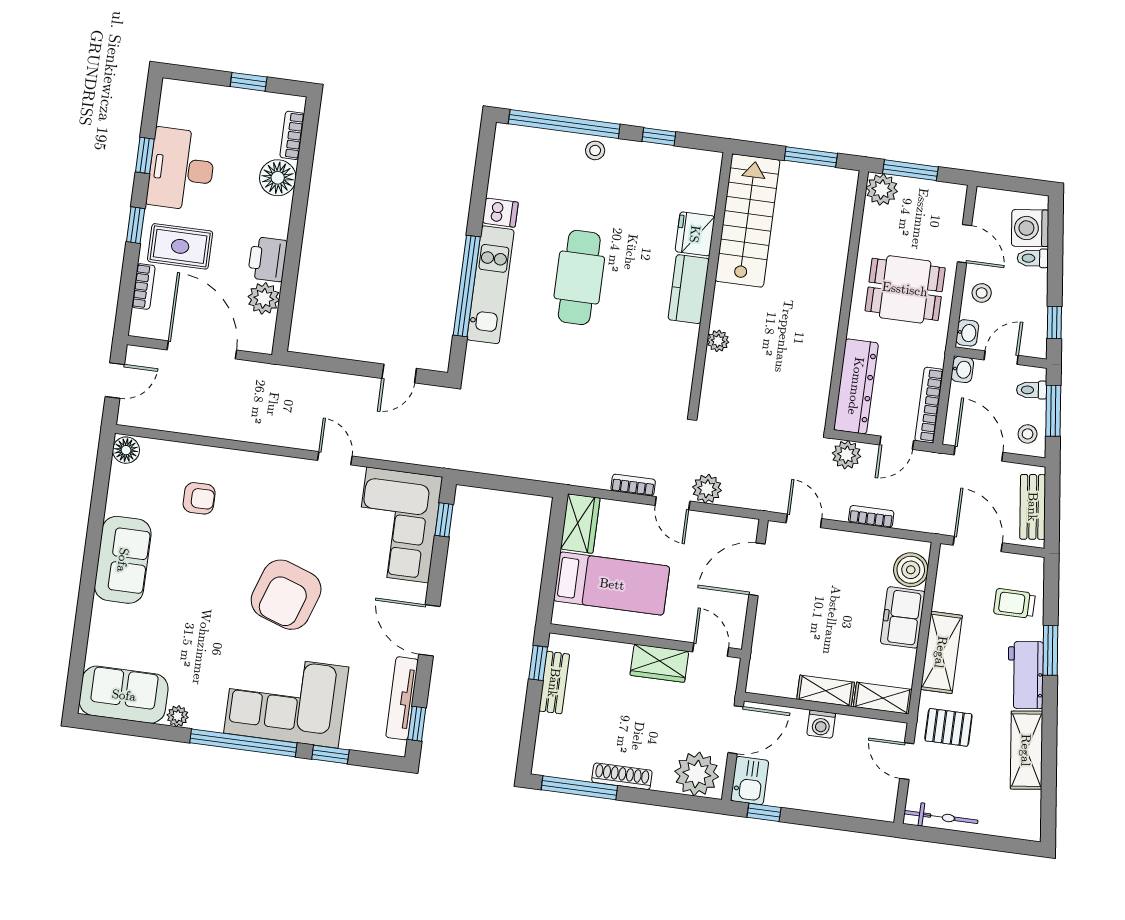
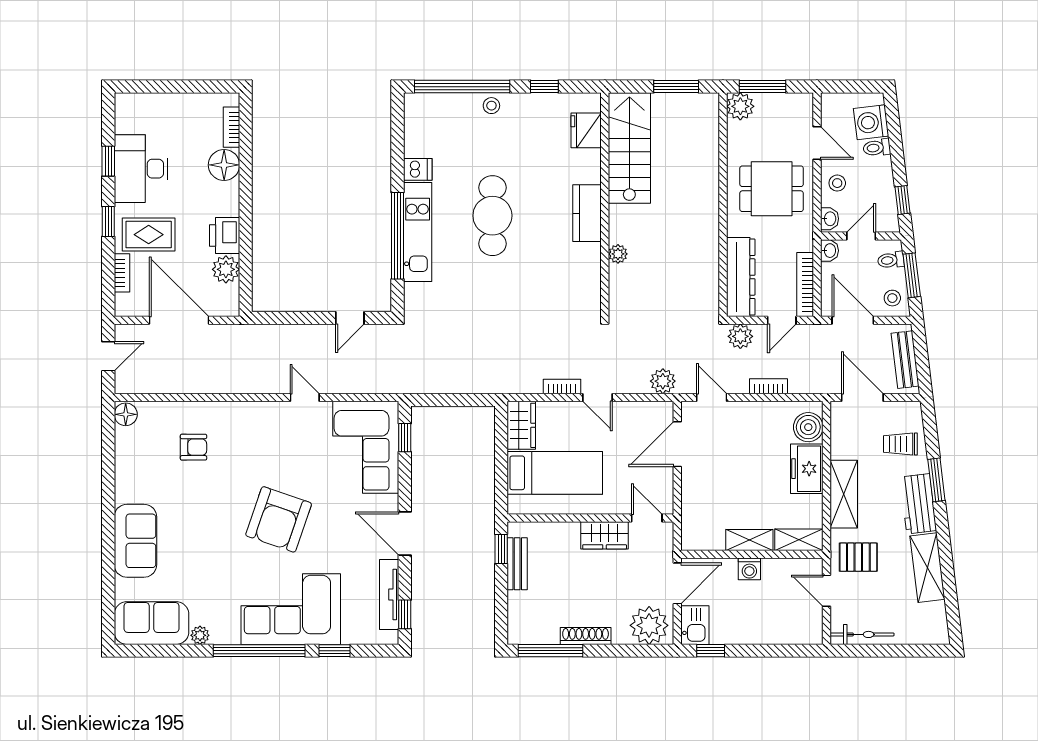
window: (249, 82) -> (188, 87), removed
fridge: (695, 234) -> (586, 130), moved
plant: (707, 489) -> (663, 381), moved
sofa: (123, 560) -> (135, 541), moved

